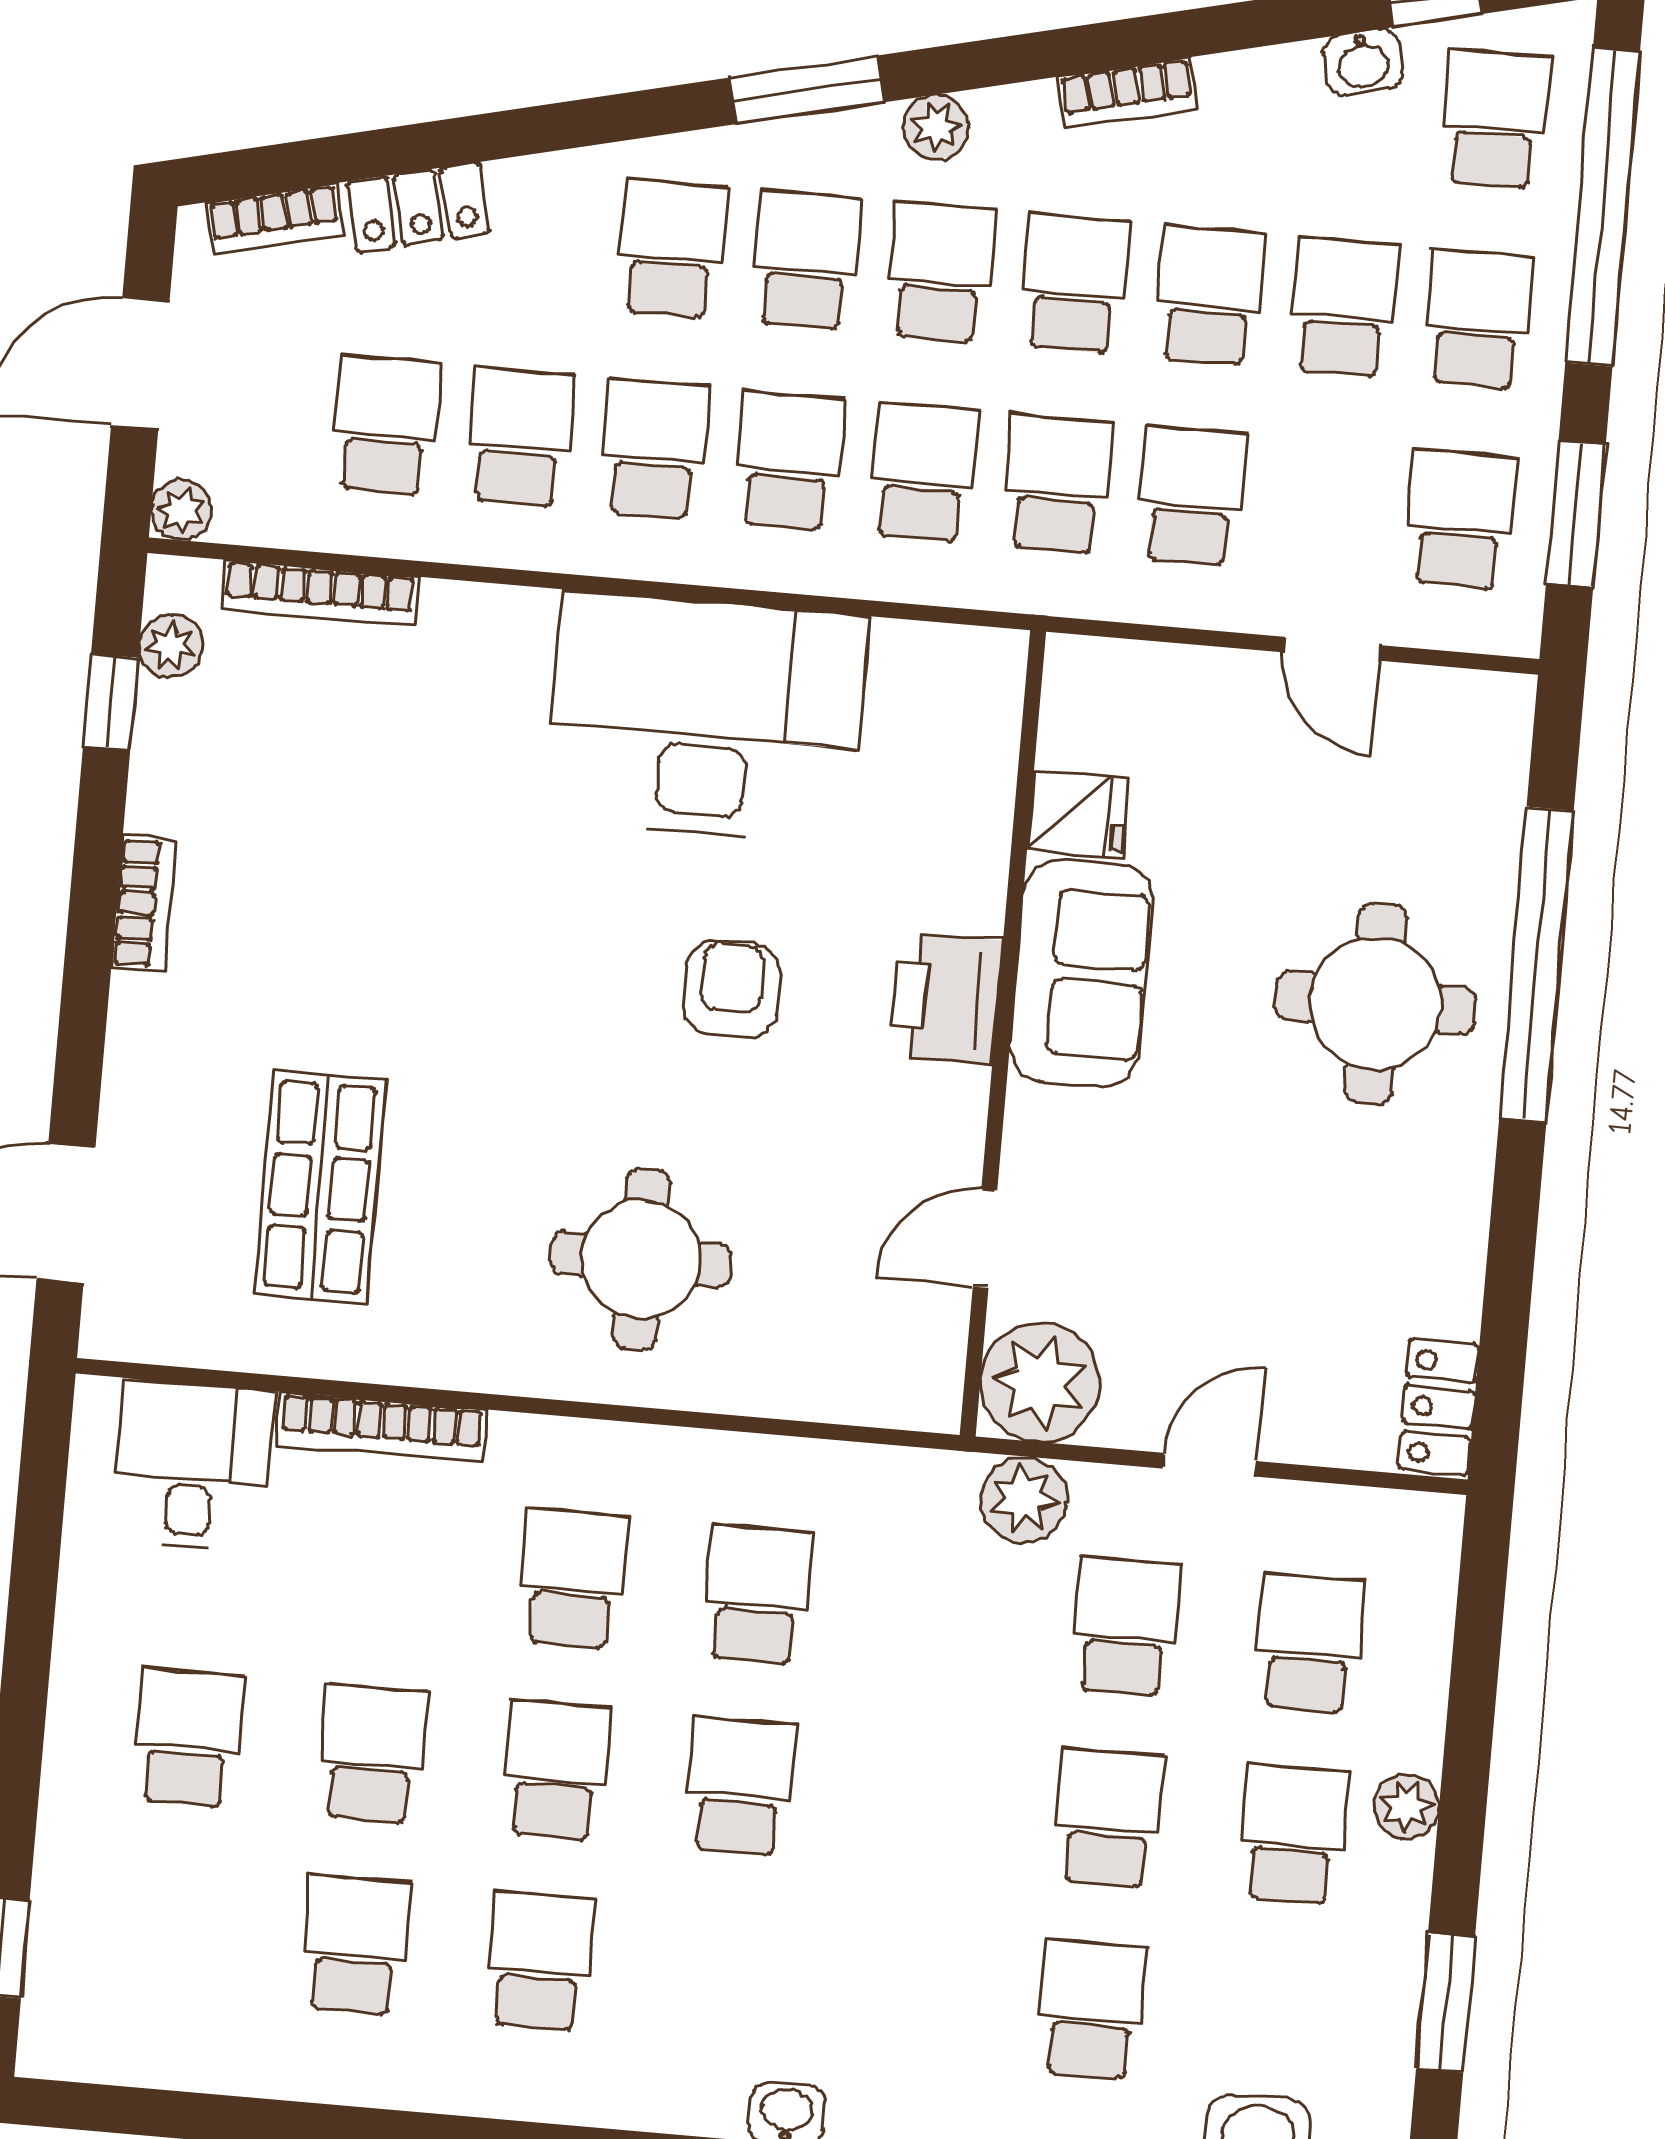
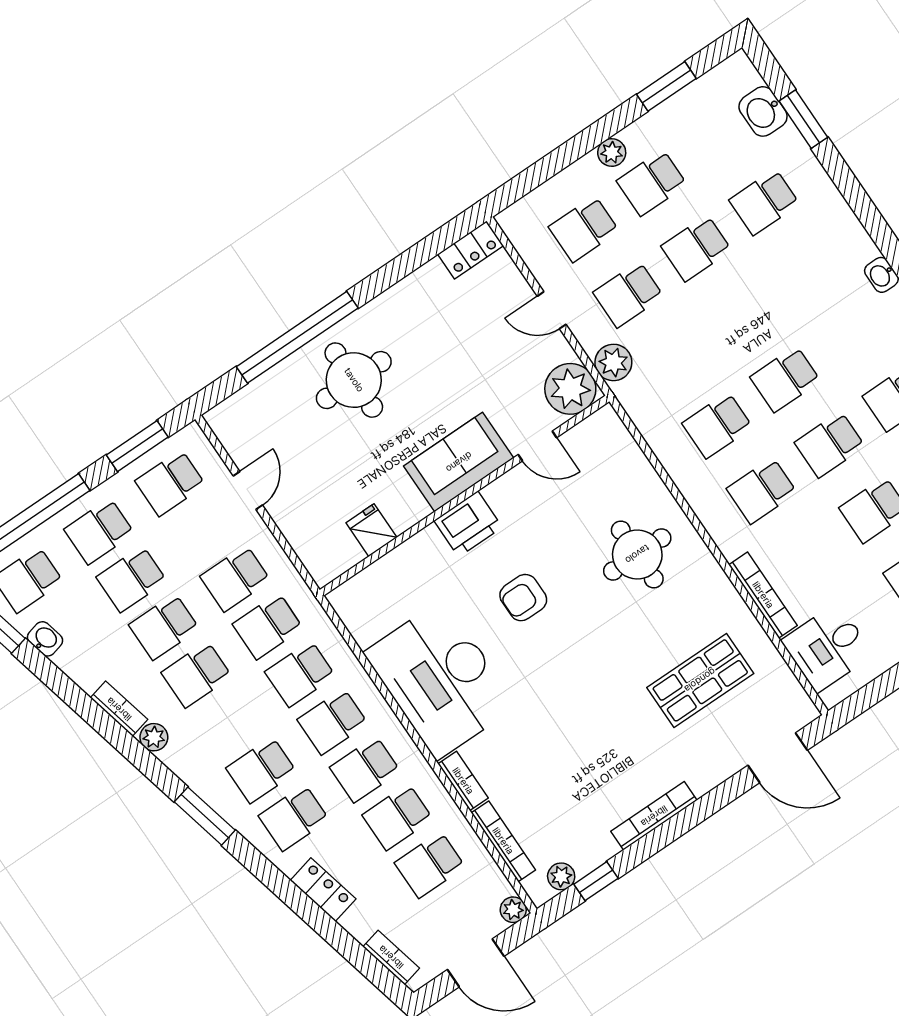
plant: (936, 127) -> (154, 737), moved
locker: (418, 207) -> (323, 890), moved
school desk: (940, 272) -> (229, 722), removed
bookcase: (488, 609) -> (463, 781), added
bookcase: (143, 903) -> (654, 816), width x1.56
sofa: (1081, 973) -> (459, 462), moved

